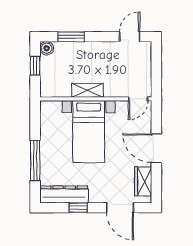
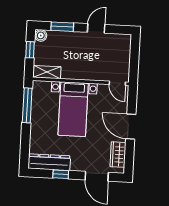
door: (130, 37) -> (96, 28), moved
shelving: (88, 90) -> (47, 72), moved
door: (138, 99) -> (117, 83), hinge flipped
window: (35, 161) -> (27, 105), moved

